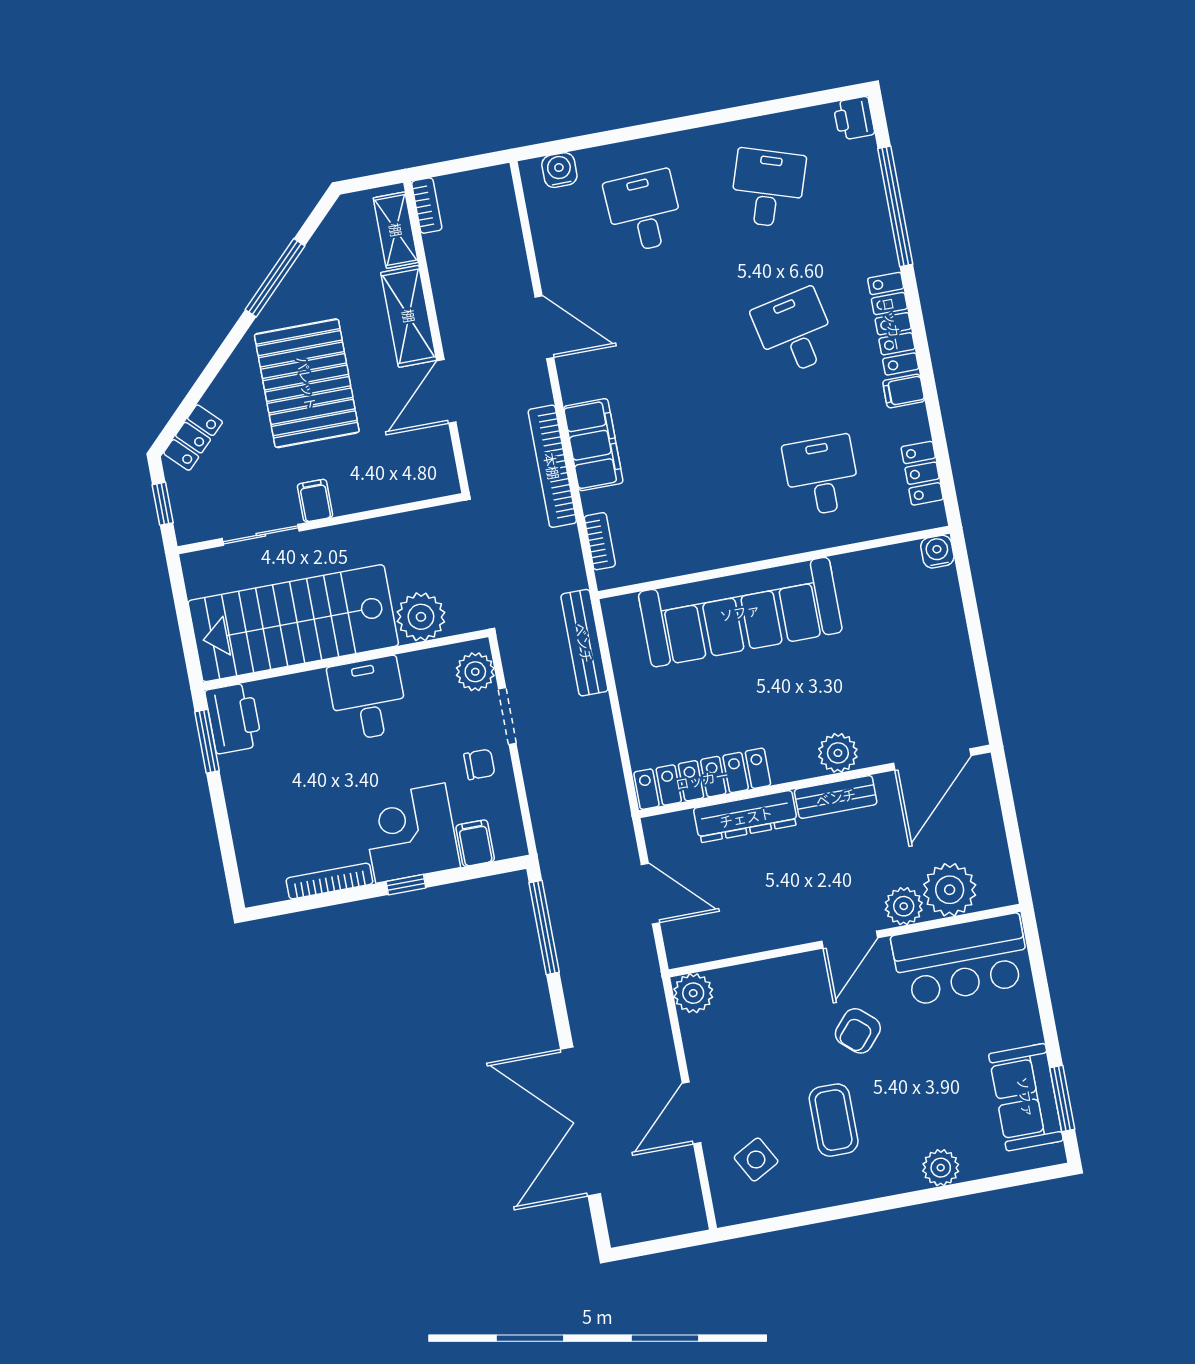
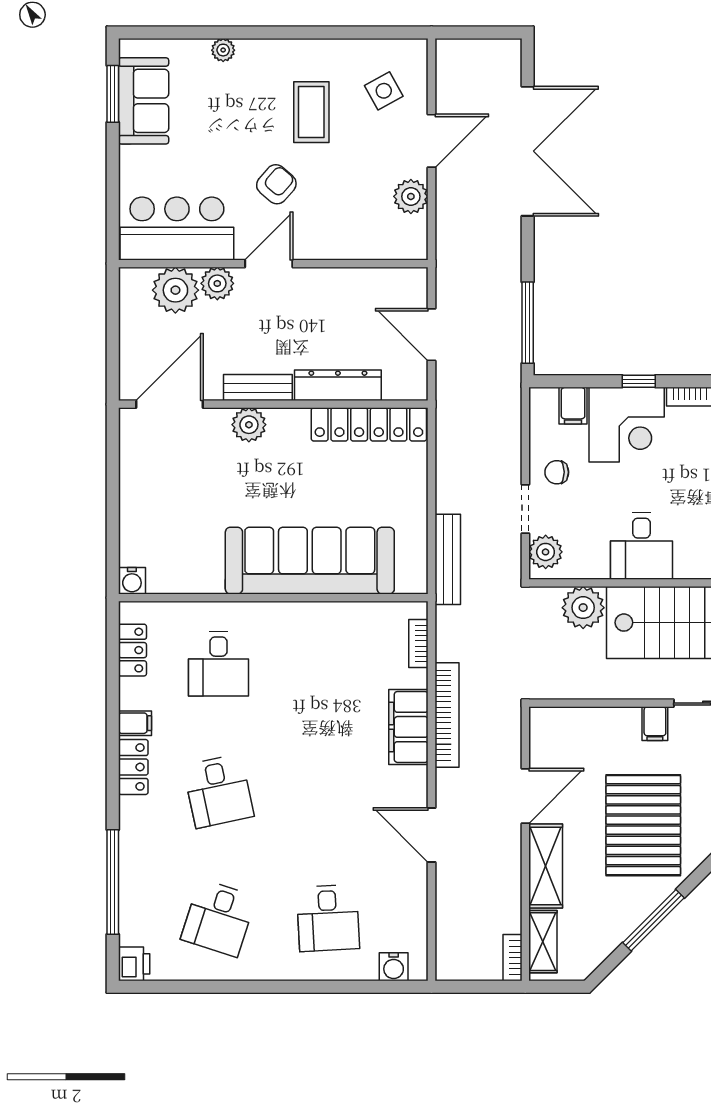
locker: (893, 324) -> (133, 767), width x0.66
plant: (693, 993) -> (411, 196), moved
plant: (941, 1168) -> (223, 50), width x0.73, depth x0.73

